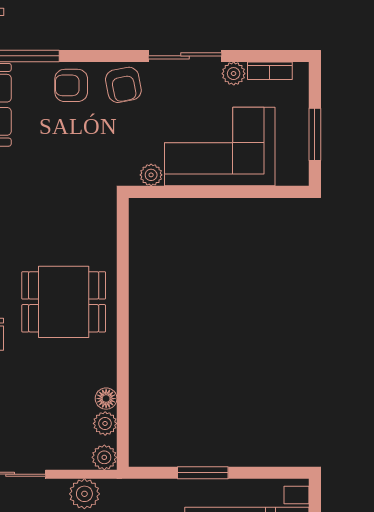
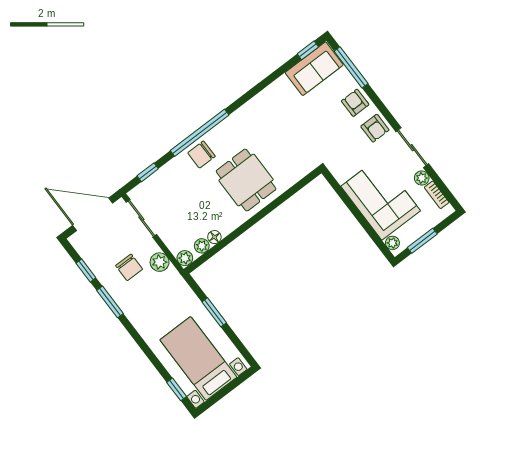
armchair: (123, 85) -> (375, 128), turned -79
plant: (151, 175) -> (392, 243), moved

